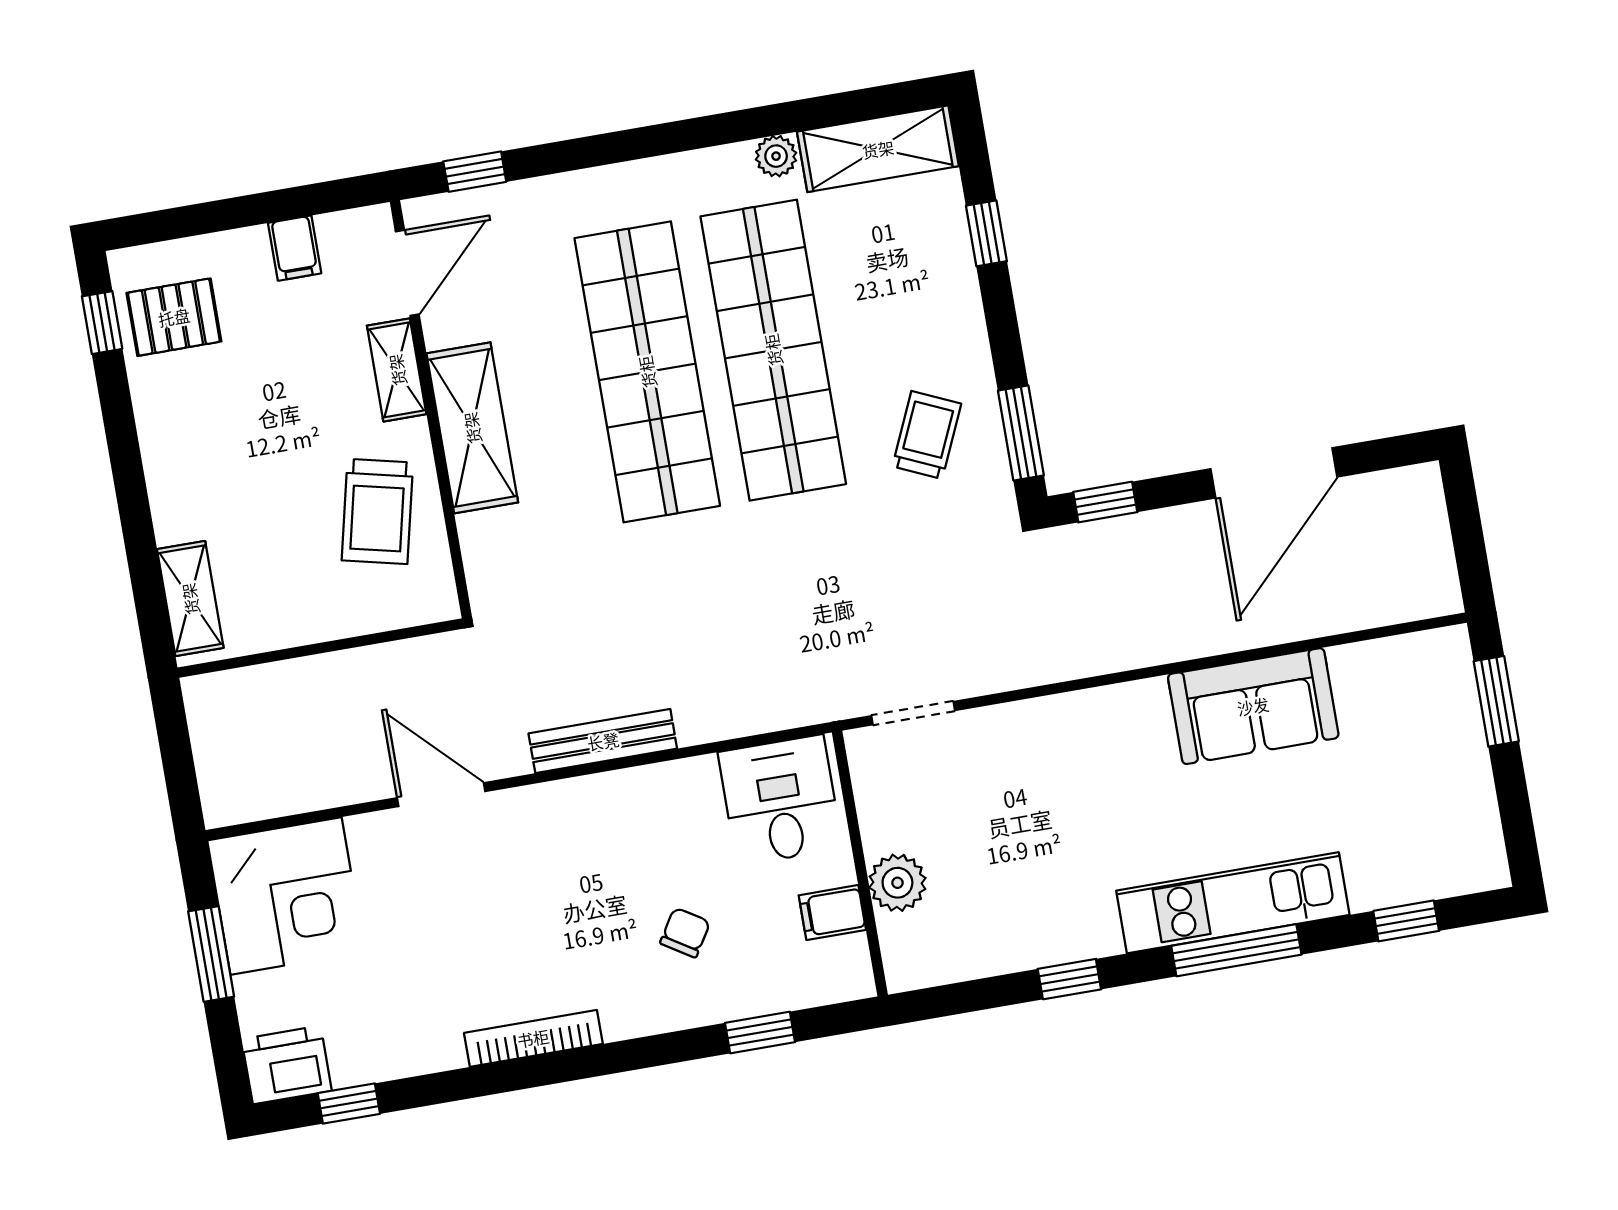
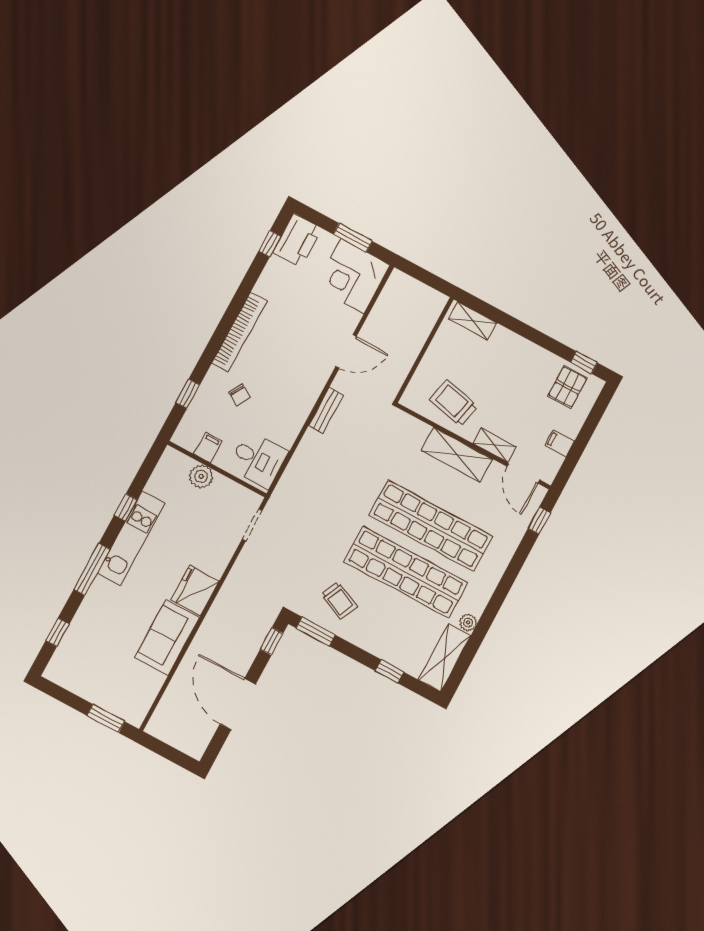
fridge: (1123, 723) -> (195, 590), added
bench: (603, 741) -> (326, 410), width x0.73
kitchen unit: (1233, 903) -> (131, 538), moved
bookcase: (533, 1038) -> (239, 332), width x1.48, depth x1.31
printer: (287, 1065) -> (297, 240), width x1.37, depth x1.19

